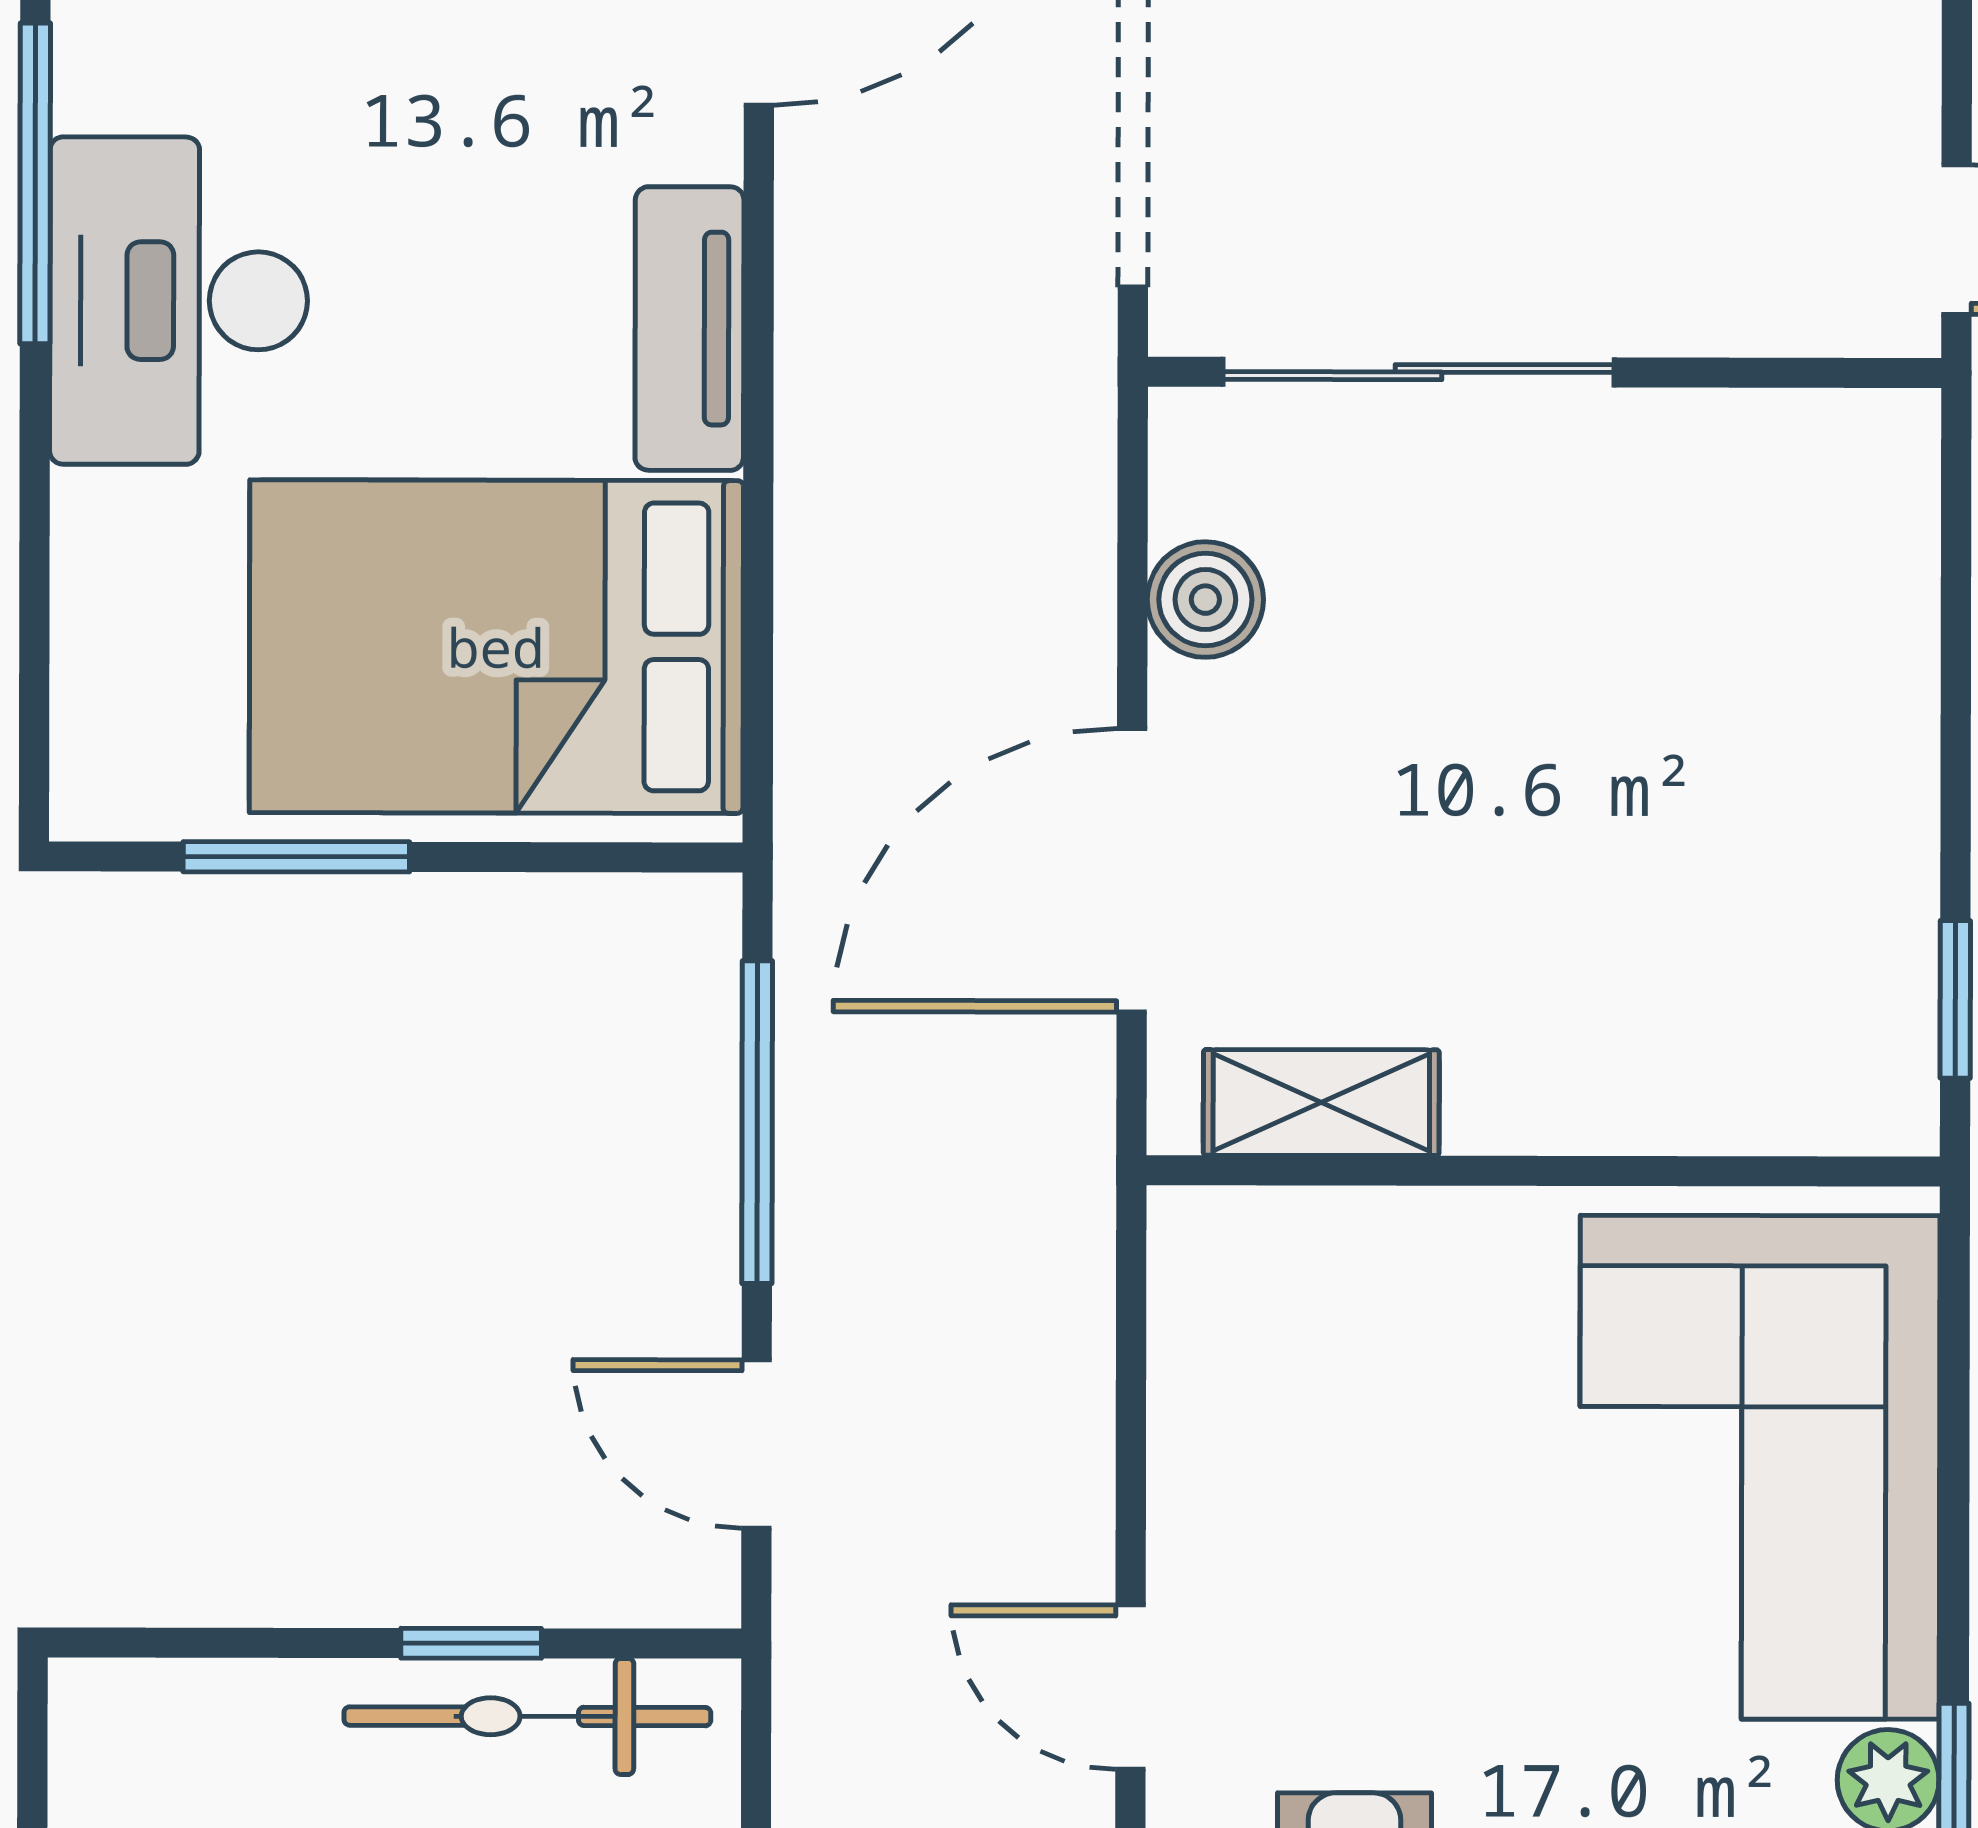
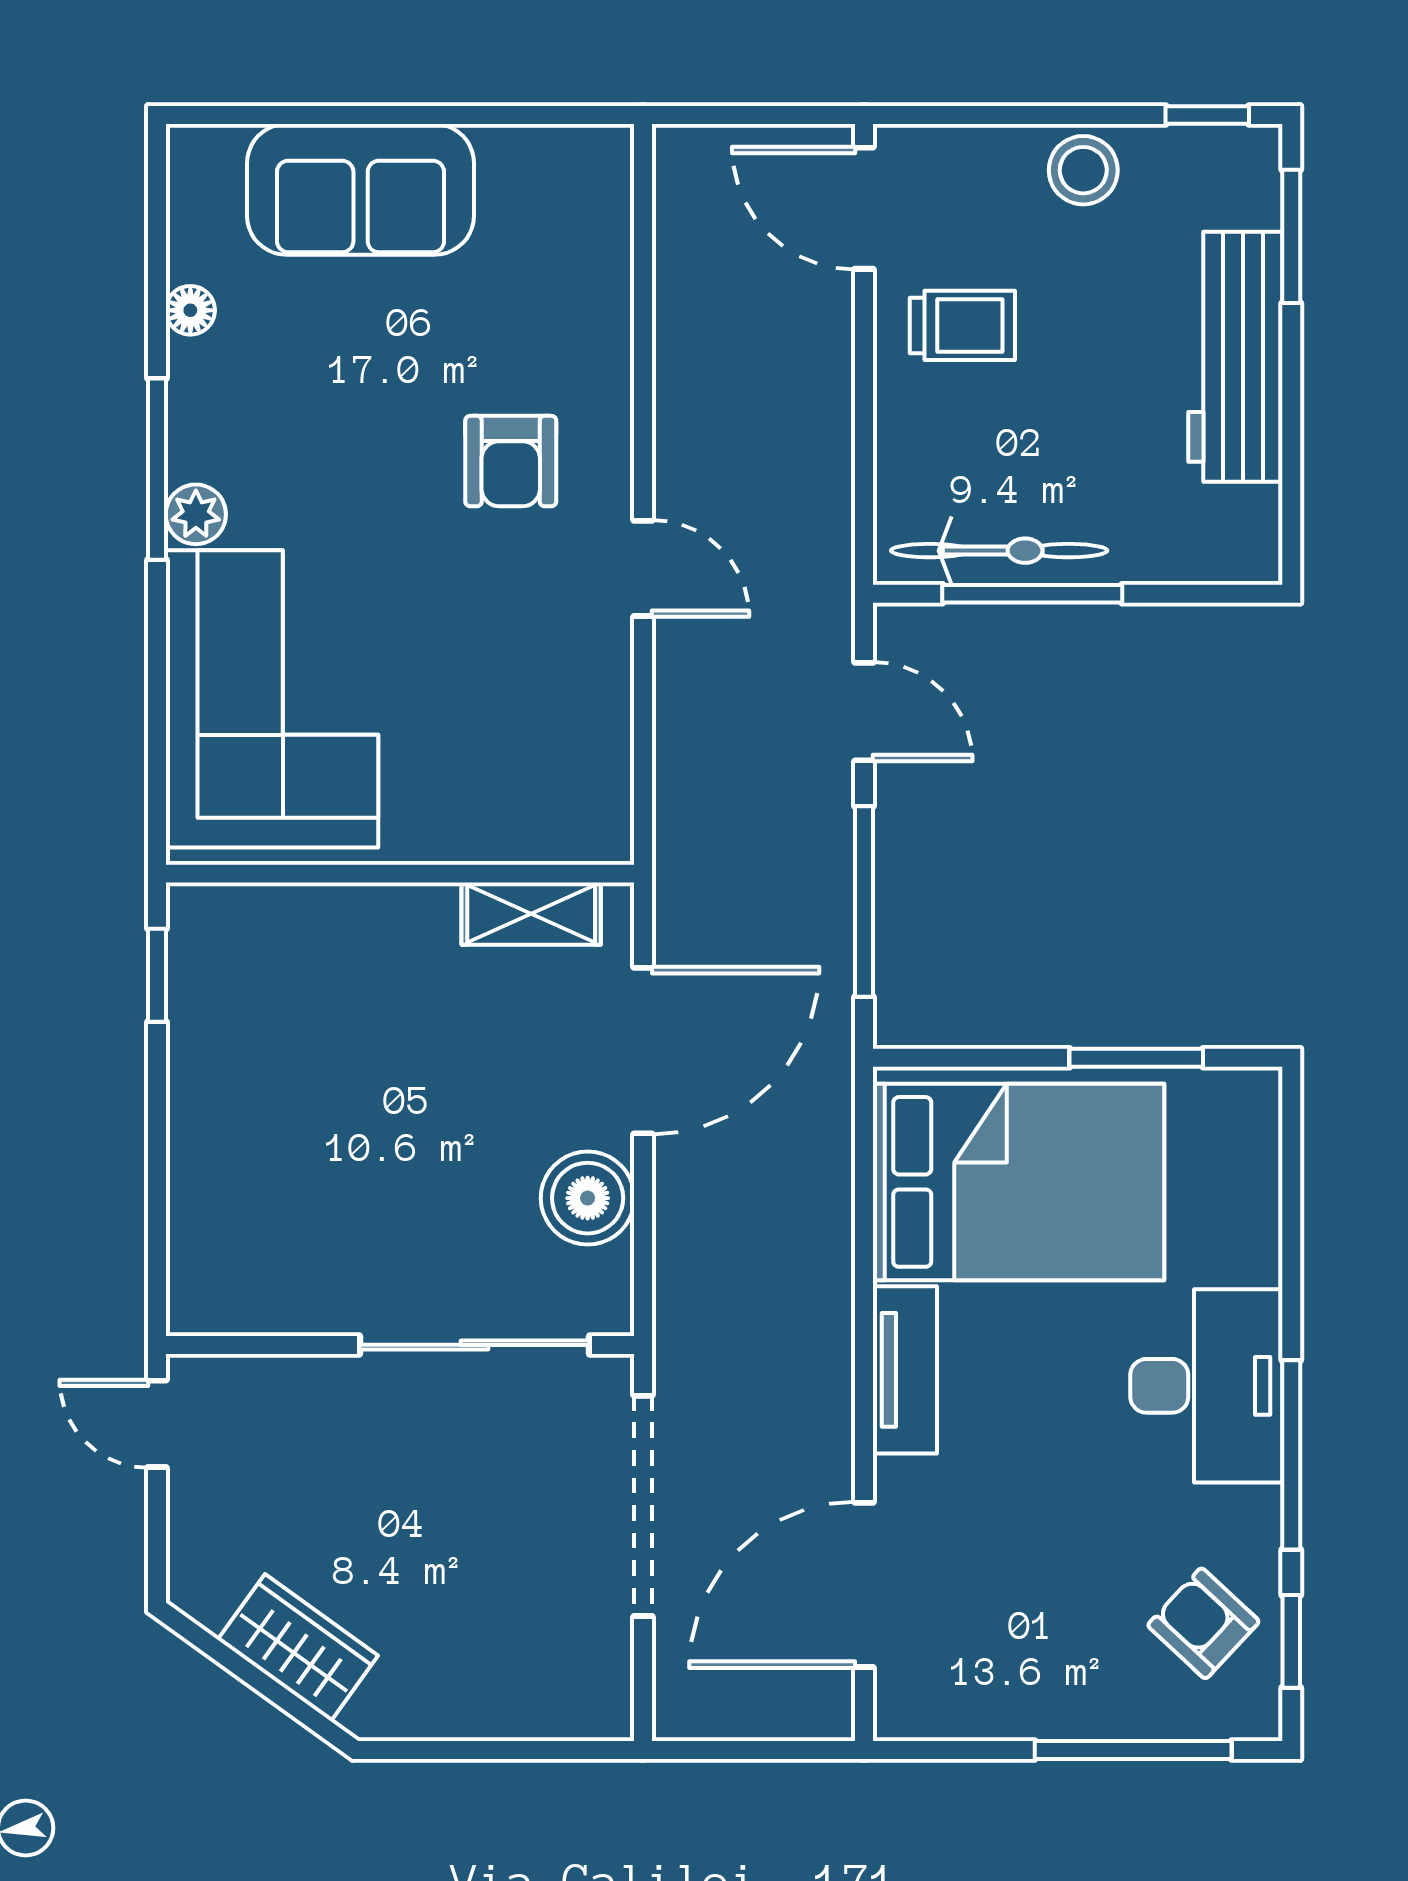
boiler: (1205, 600) -> (588, 1198), width x1.36, depth x1.36
window: (471, 1643) -> (1032, 594), width x2.17

